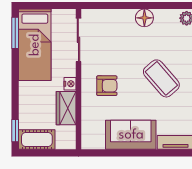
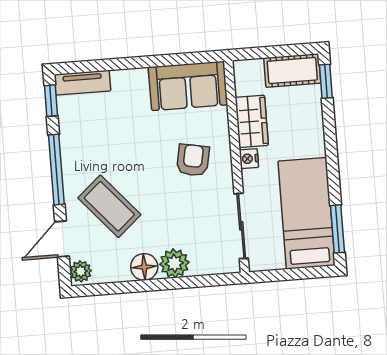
plant: (124, 19) -> (174, 263), added
coffee table: (161, 78) -> (109, 206), moved
armchair: (107, 86) -> (193, 160), turned 101
sofa: (131, 135) -> (188, 86), moved

